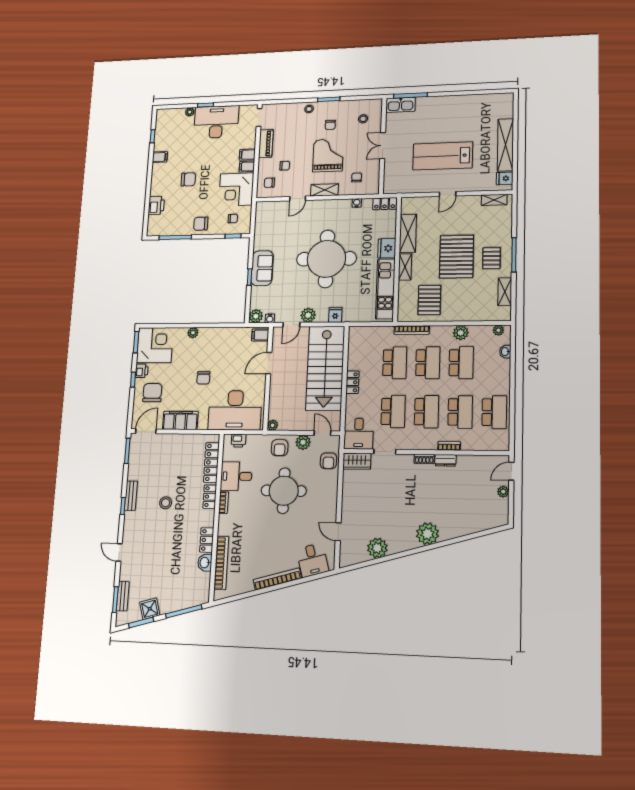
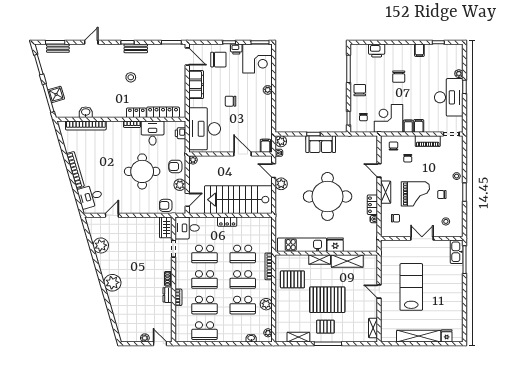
fridge: (505, 178) -> (447, 336), moved
locker: (385, 204) -> (372, 205), moved
fridge: (335, 315) -> (281, 206), removed
locker: (207, 540) -> (103, 113), removed
shower: (150, 609) -> (56, 94), moved

